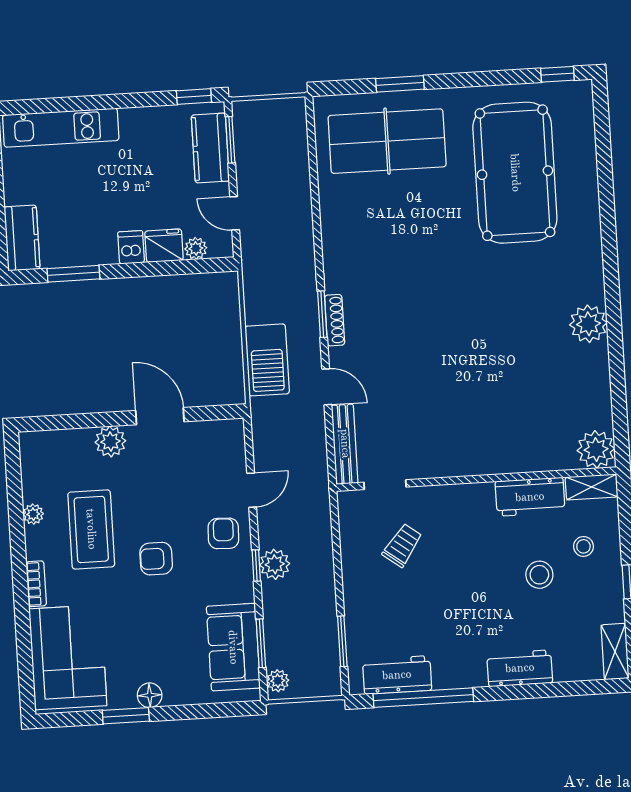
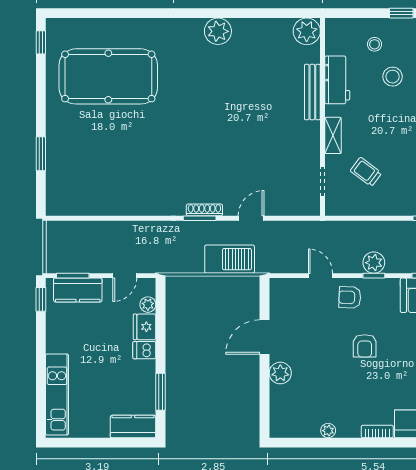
table tennis table: (387, 141) -> (81, 165), removed
bench: (345, 444) -> (312, 92), moved, turned 90
shelving: (592, 487) -> (333, 135), moved
coffee table: (91, 529) -> (341, 390), removed

